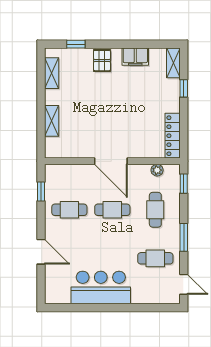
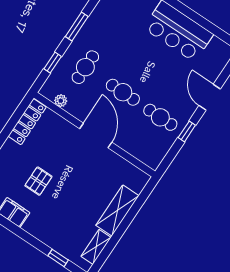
pallet: (102, 61) -> (38, 181), moved
shelving: (52, 121) -> (117, 211), width x1.50, depth x1.33
window: (184, 184) -> (53, 63), moved
window: (41, 192) -> (187, 131), moved
cafe table: (155, 258) -> (114, 25), removed

